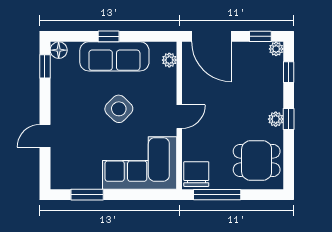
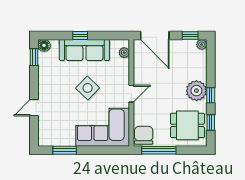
window: (289, 72) -> (211, 123), moved
plant: (276, 119) -> (196, 91), width x1.87, depth x1.87

